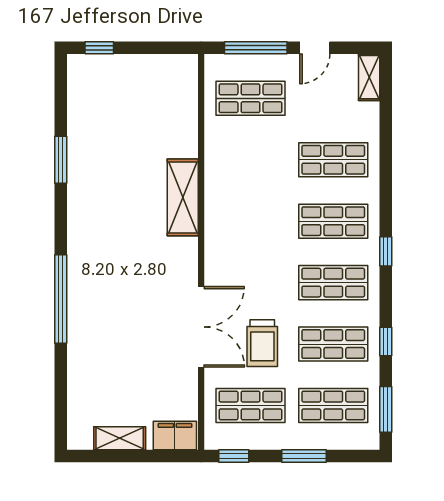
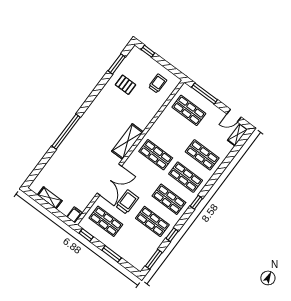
door: (315, 48) -> (234, 116), moved
trolley: (159, 92) -> (158, 84), added
pallet: (104, 137) -> (125, 85), added
window: (61, 160) -> (117, 64), moved
shelving: (183, 197) -> (127, 142), moved
trolley: (262, 343) -> (127, 202), turned 180
shop shelf: (333, 405) -> (156, 155), moved
filing cabinet: (175, 436) -> (74, 215), width x0.50

